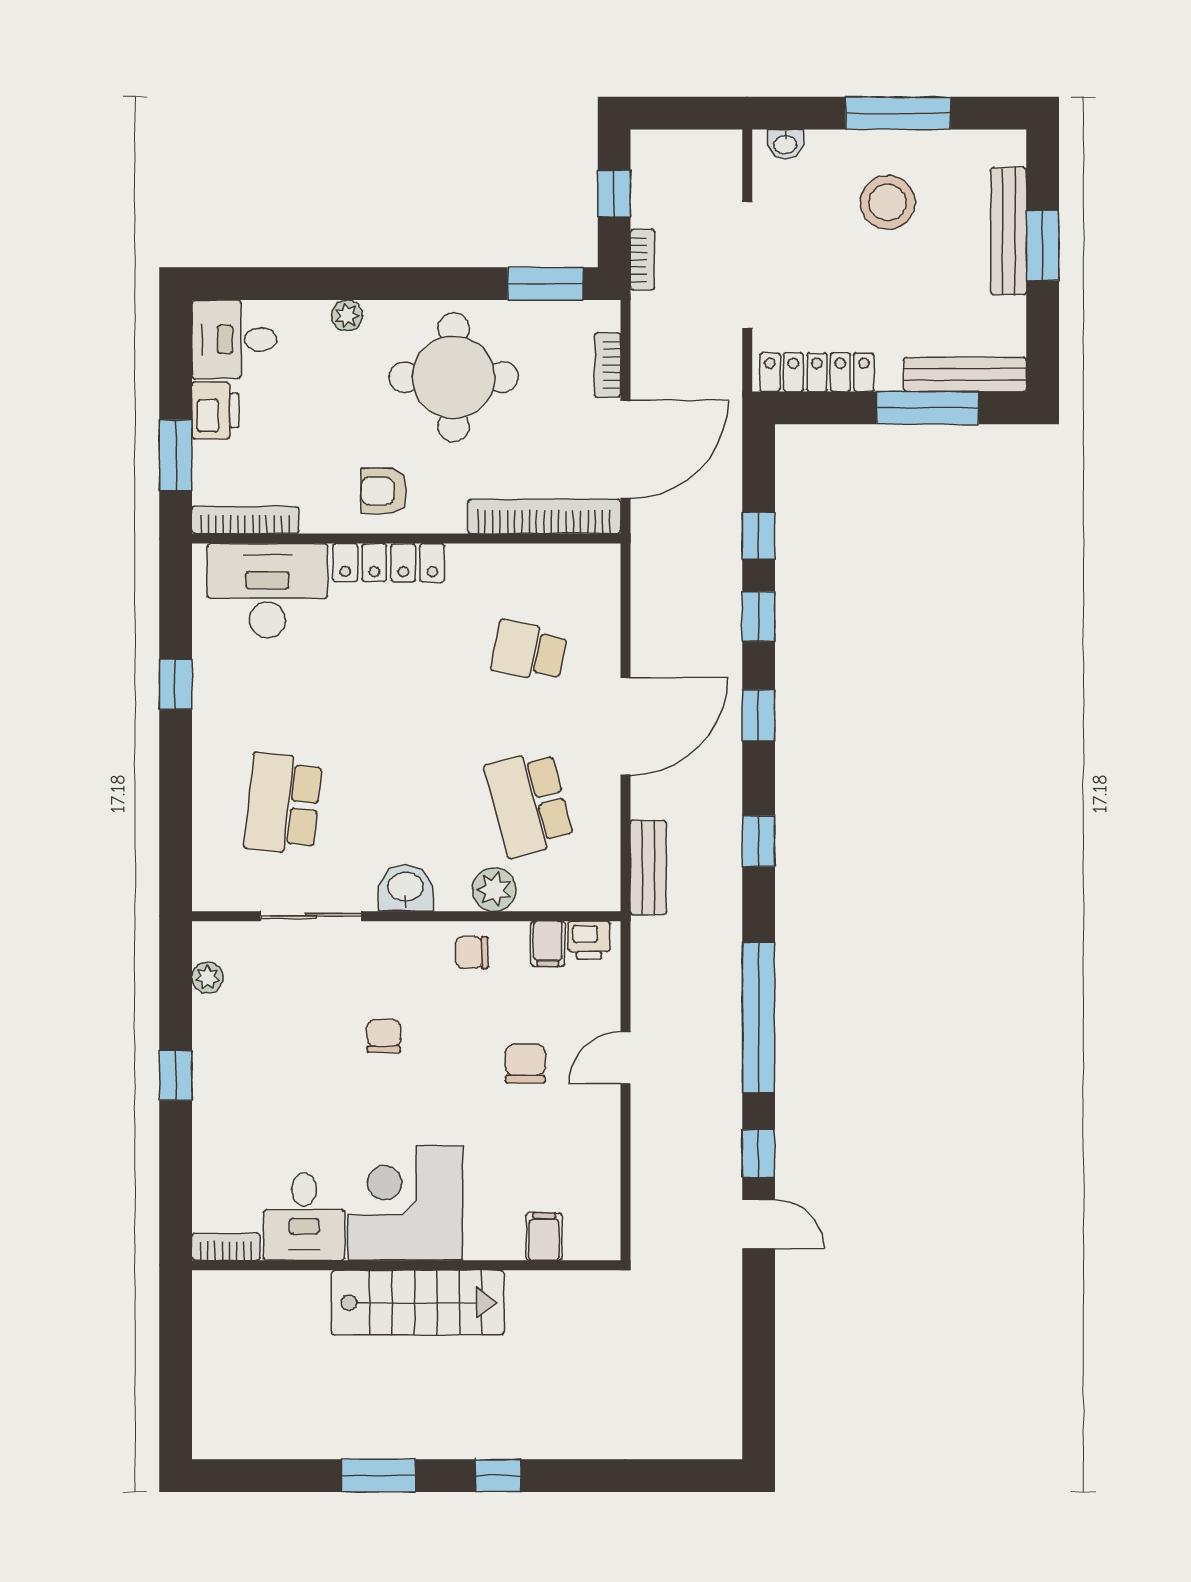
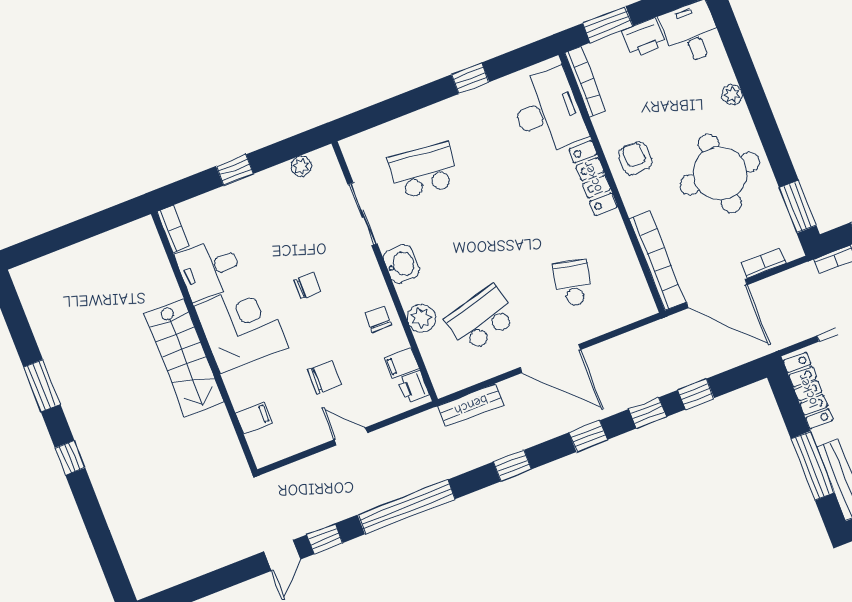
corner desk: (405, 1203) -> (241, 327), moved
desk: (304, 1217) -> (209, 269), moved
filing cabinet: (544, 1236) -> (254, 418), moved
bookcase: (226, 1247) -> (173, 229), moved
wall: (406, 1265) -> (204, 342), moved
stairs: (418, 1303) -> (184, 357), moved

